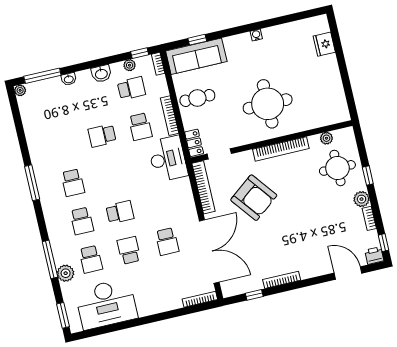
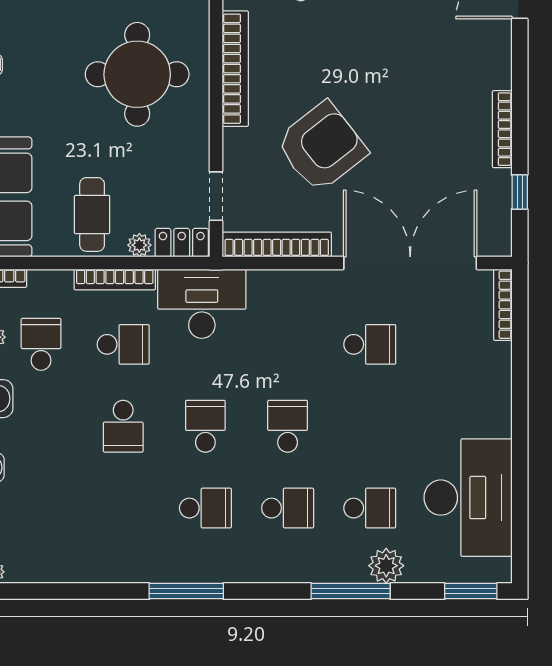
plant: (188, 123) -> (139, 245), added
school desk: (129, 250) -> (205, 426), moved, turned 90

